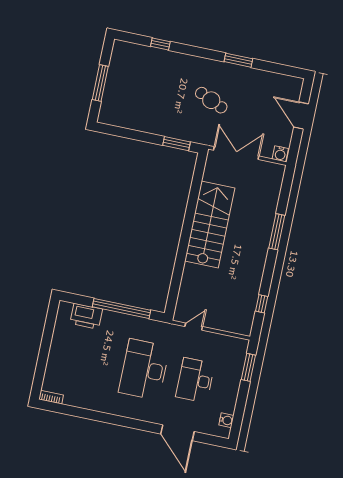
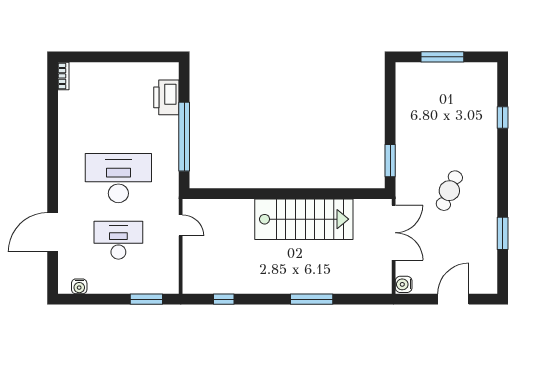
window: (238, 60) -> (503, 233), moved

